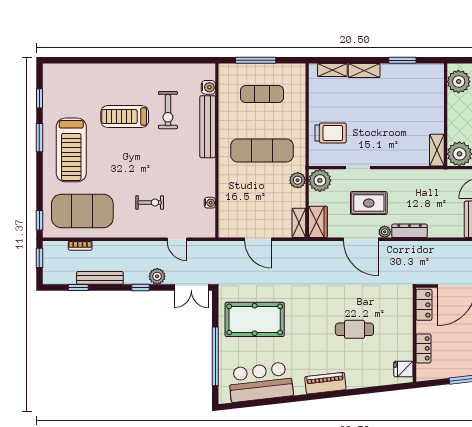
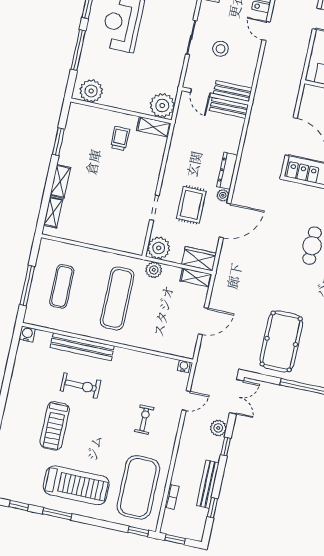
water cooler: (208, 87) -> (27, 334), moved
exercise bike: (168, 110) -> (81, 386), moved
trolley: (331, 133) -> (120, 138), moved, width x0.73, depth x0.72
water cooler: (210, 203) -> (184, 366), moved

